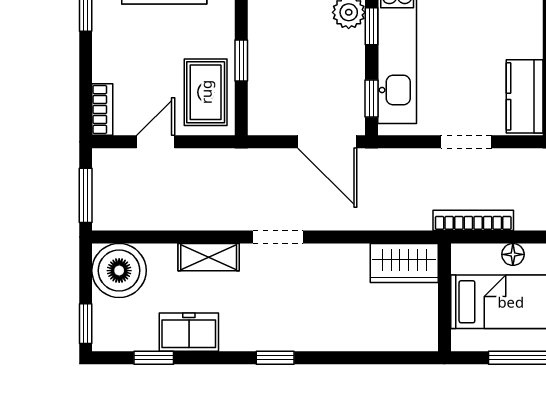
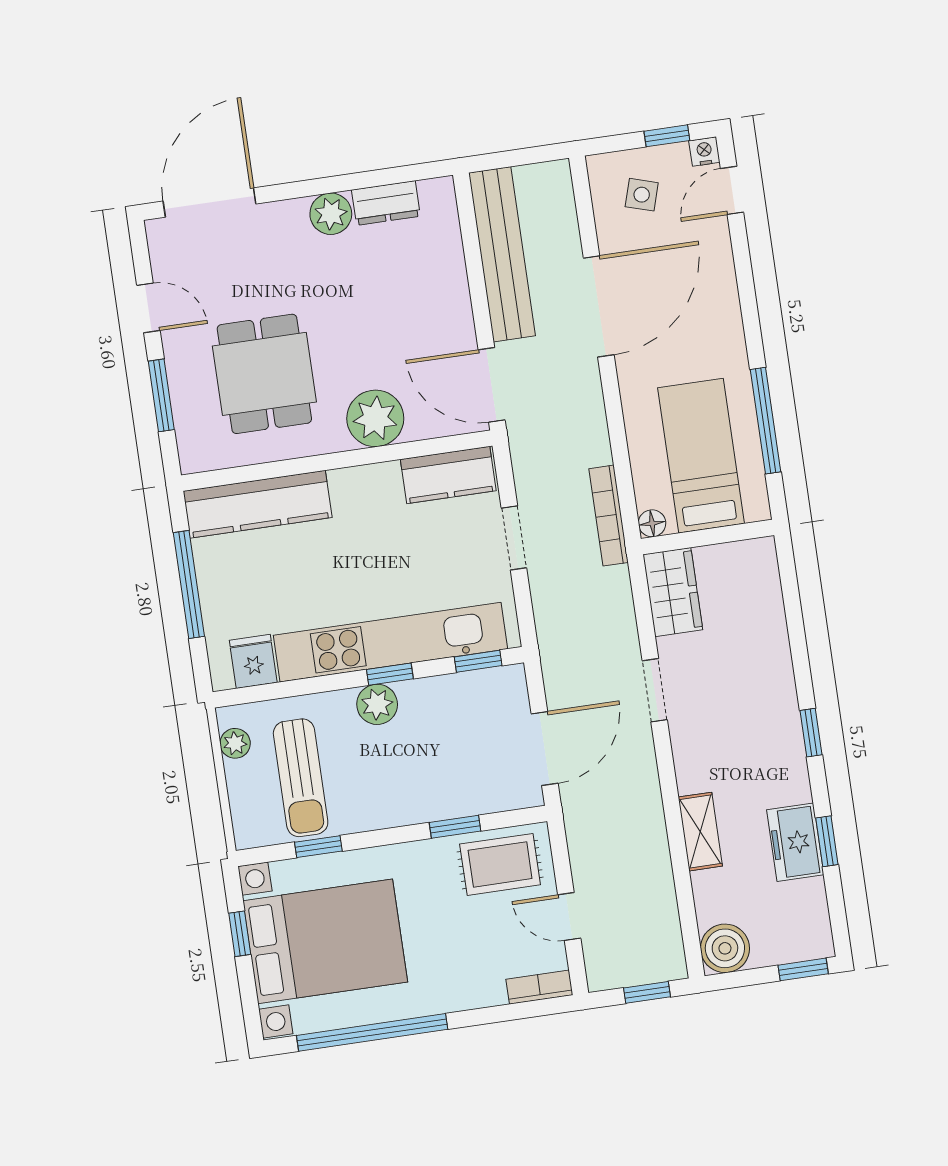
door: (327, 142) -> (545, 748), moved
window: (86, 195) -> (647, 992), width x0.67
doorway: (278, 237) -> (655, 690), moved
floor lamp: (513, 254) -> (652, 523), moved
boiler: (119, 271) -> (725, 948), width x0.73, depth x0.73
window: (154, 358) -> (827, 841), moved

